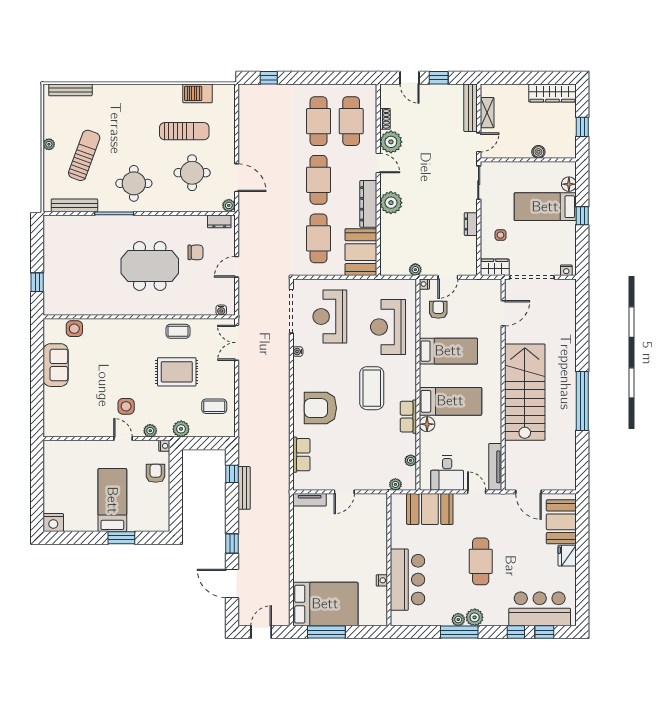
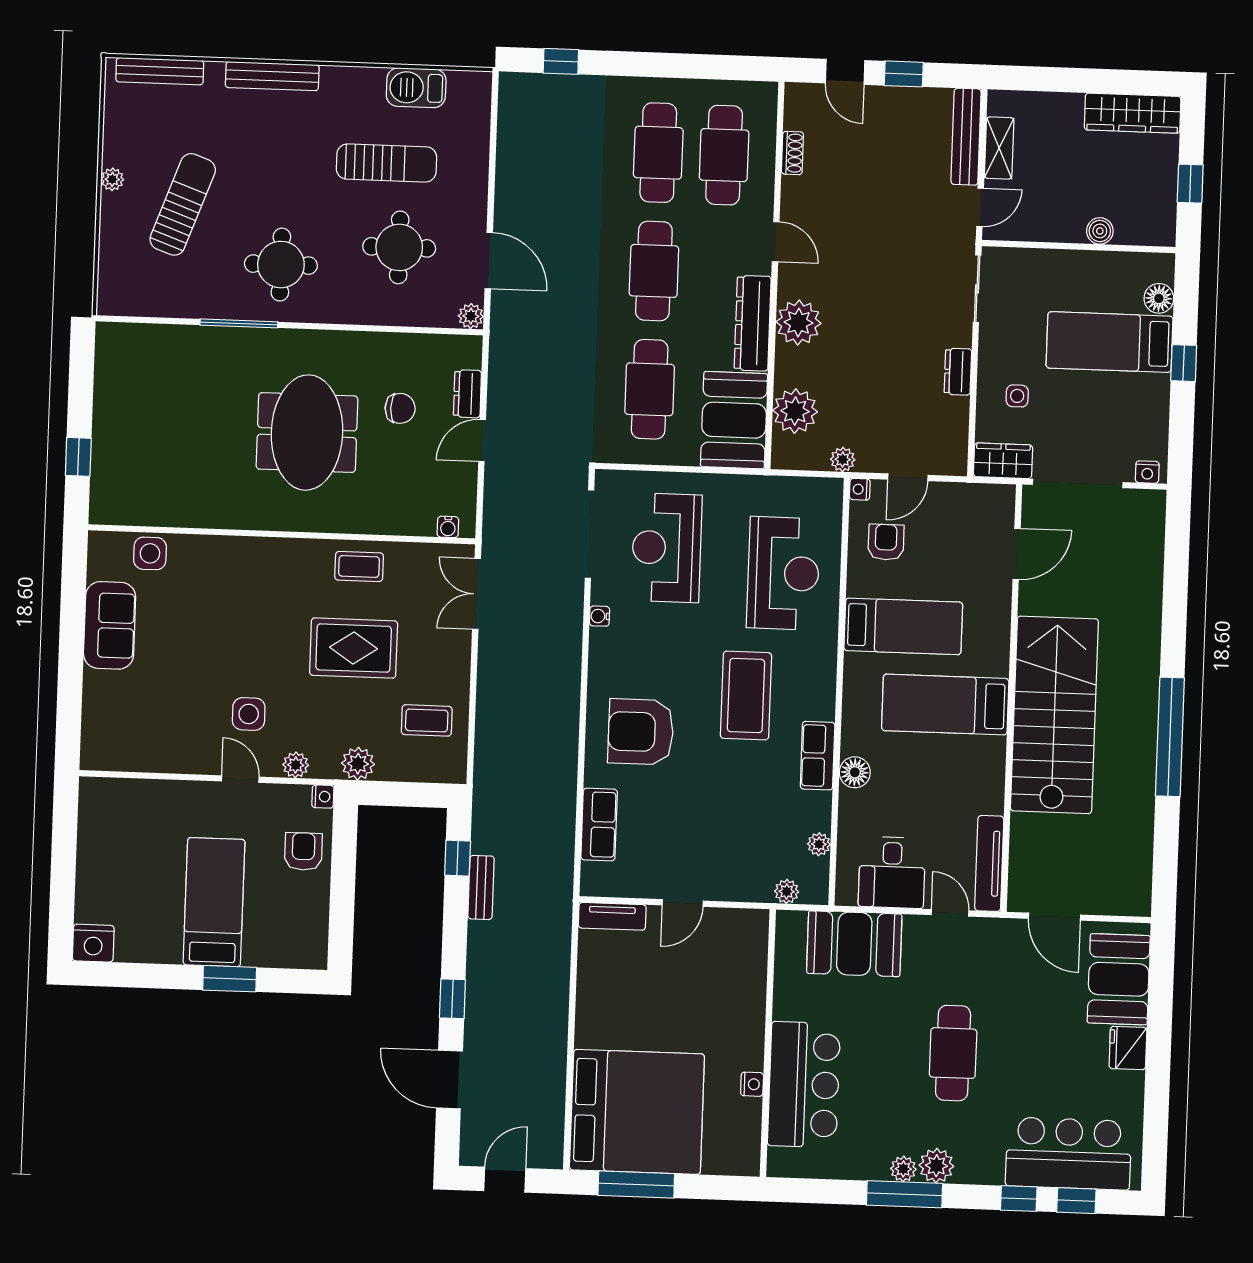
plant: (391, 142) -> (795, 411), moved
bench: (74, 205) -> (272, 76), moved
dresser: (219, 221) -> (467, 394), moved, turned 90
meeting table: (150, 266) -> (307, 433), turned 90
reception desk: (388, 327) -> (783, 573), turned 180
bed: (450, 401) -> (945, 705), moved, turned 180
bench: (244, 488) -> (481, 887), width x0.73
bed: (325, 604) -> (637, 1112), width x1.36

